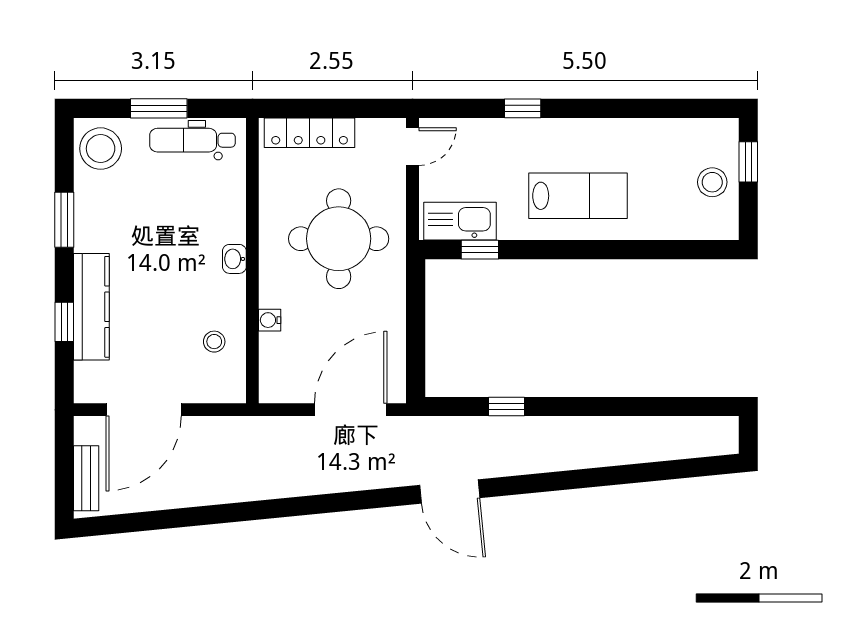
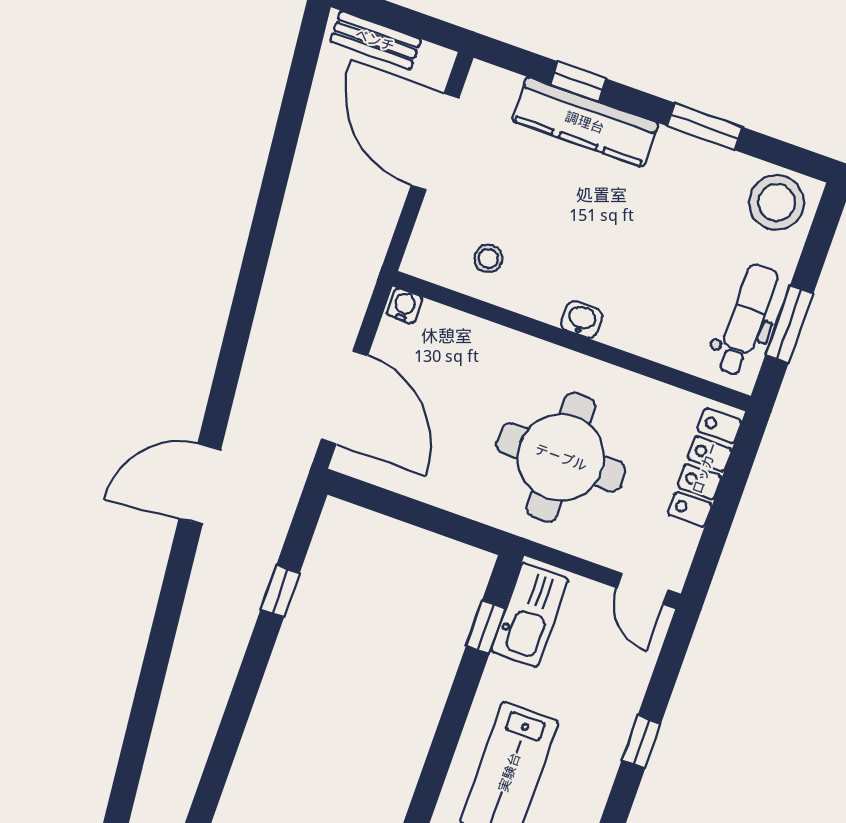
window: (159, 108) -> (789, 324), moved
water cooler: (270, 320) -> (404, 306), moved

